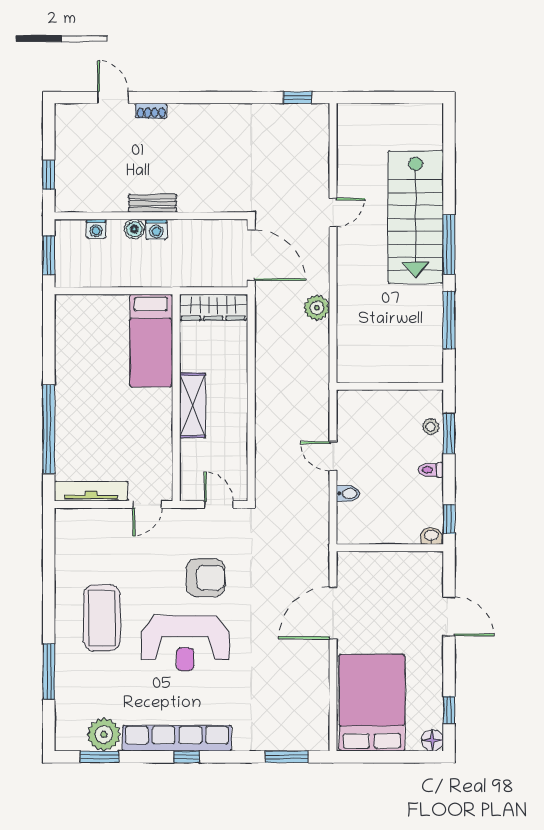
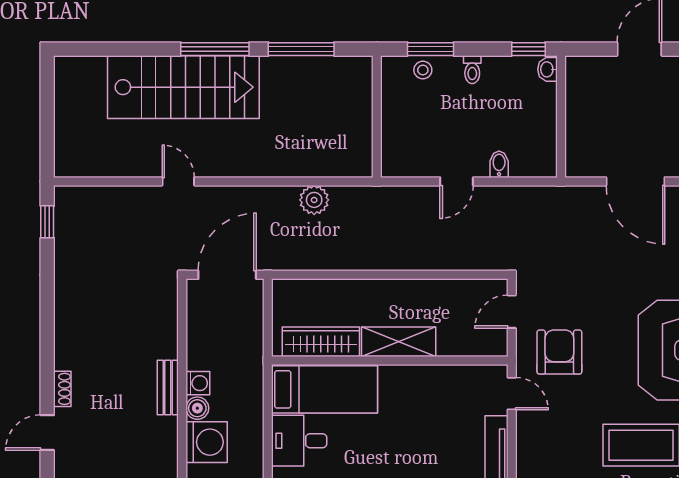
washing machine: (96, 229) -> (207, 442), width x1.89, depth x1.89
wardrobe: (213, 307) -> (321, 342), moved, turned -90
plant: (317, 308) -> (314, 200), moved
desk: (106, 318) -> (299, 441), added
armchair: (206, 578) -> (559, 352), moved

